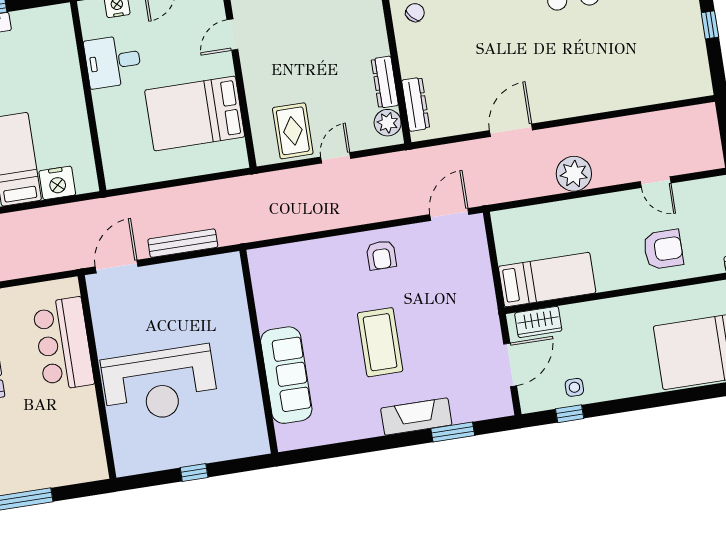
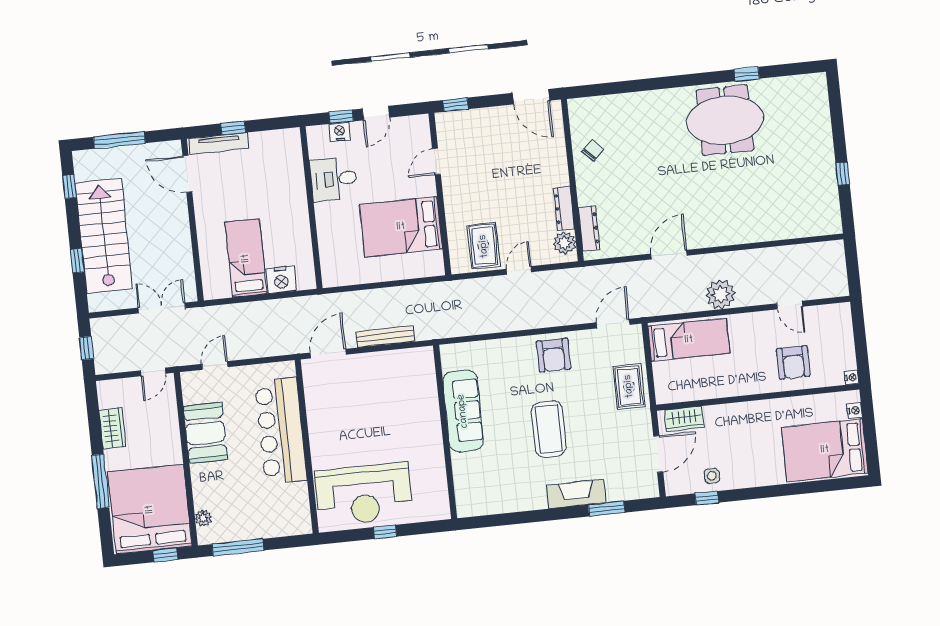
armchair: (663, 249) -> (793, 362), turned 90
armchair: (381, 255) -> (553, 355), width x1.38, depth x1.38
bed: (547, 280) -> (689, 340), moved
rug: (472, 287) -> (629, 386), added
bar counter: (63, 344) -> (281, 431), width x1.36
sofa: (286, 375) -> (463, 411), moved
reception desk: (160, 384) -> (364, 494), moved

